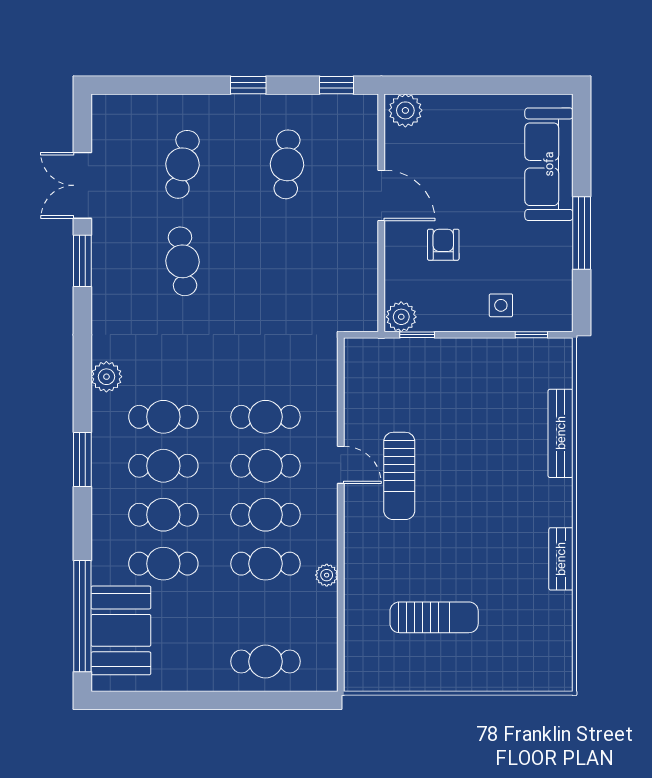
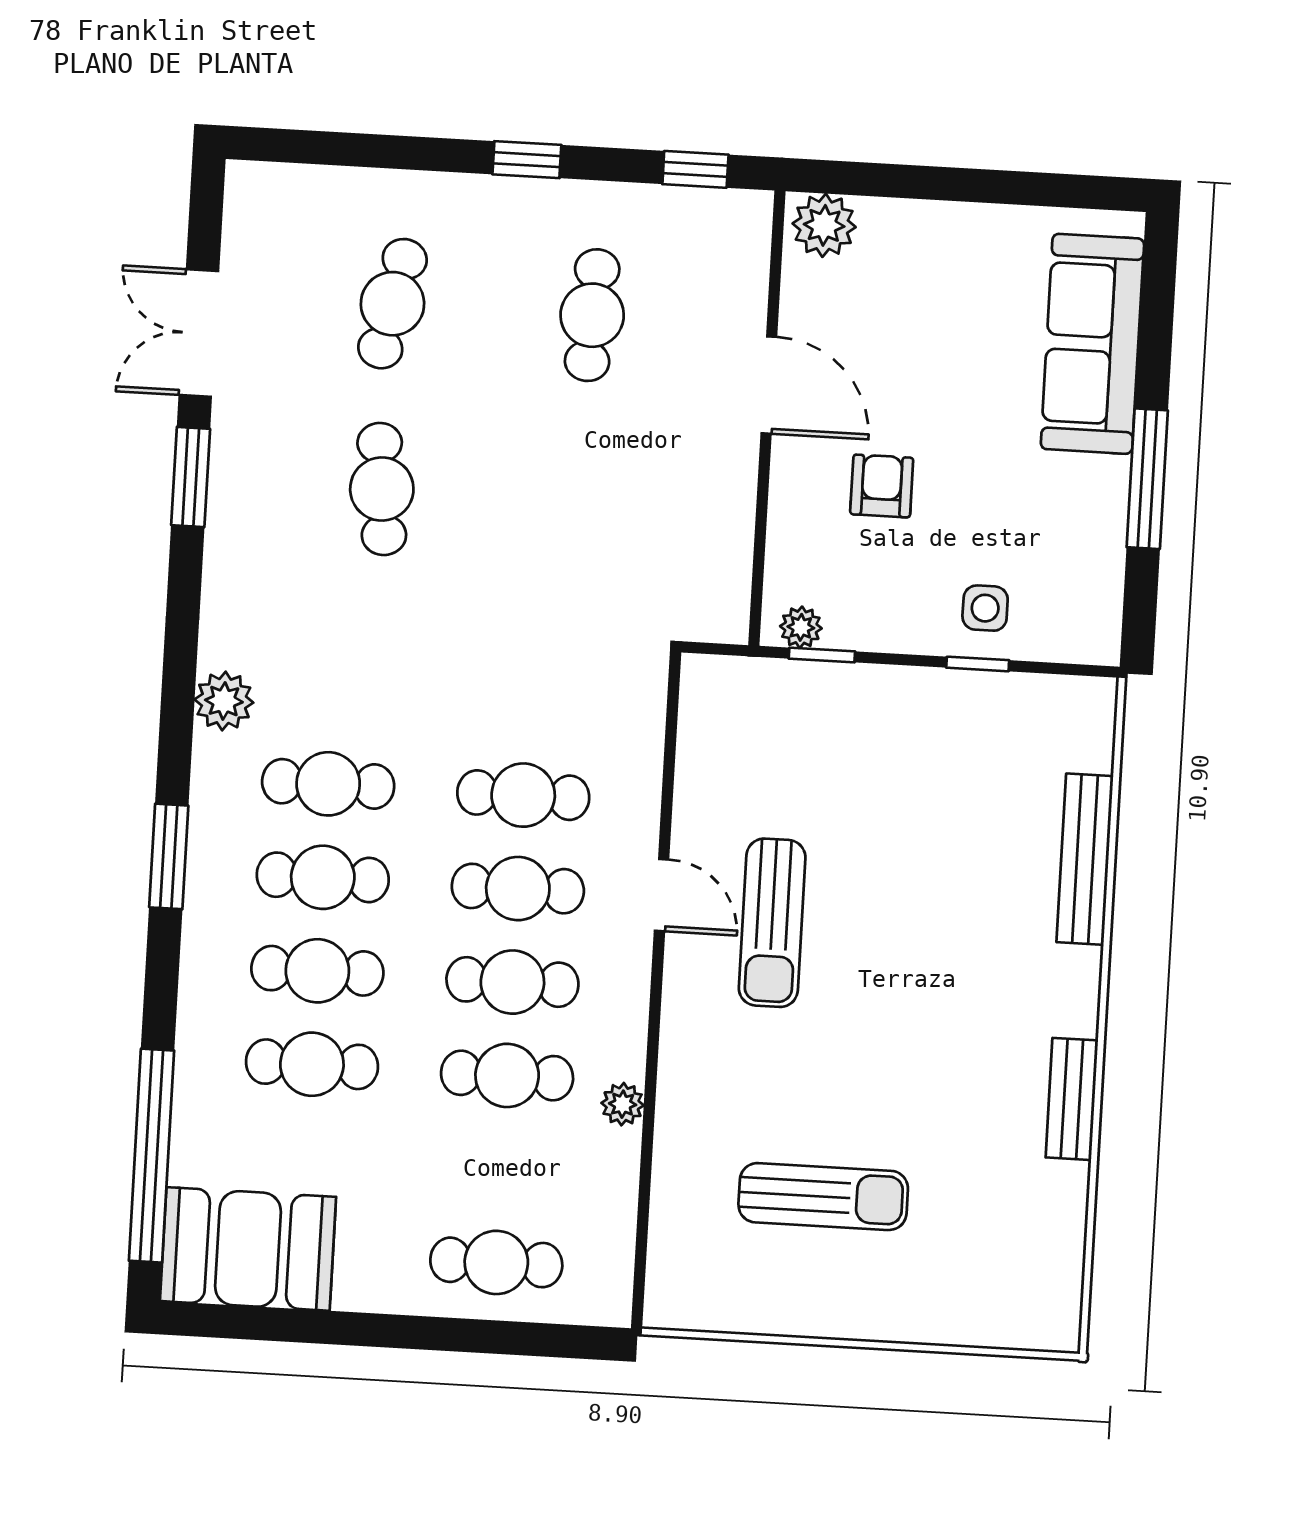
plant: (401, 317) -> (801, 627), width x0.73, depth x0.73
window: (531, 335) -> (978, 664), moved
booth: (121, 630) -> (248, 1249), moved, turned 90

